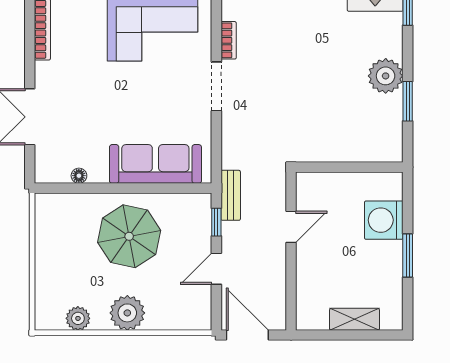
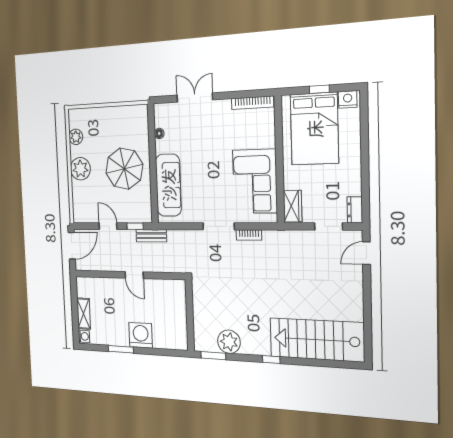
wall: (349, 167) -> (190, 315), moved
washing machine: (391, 321) -> (84, 336), added

